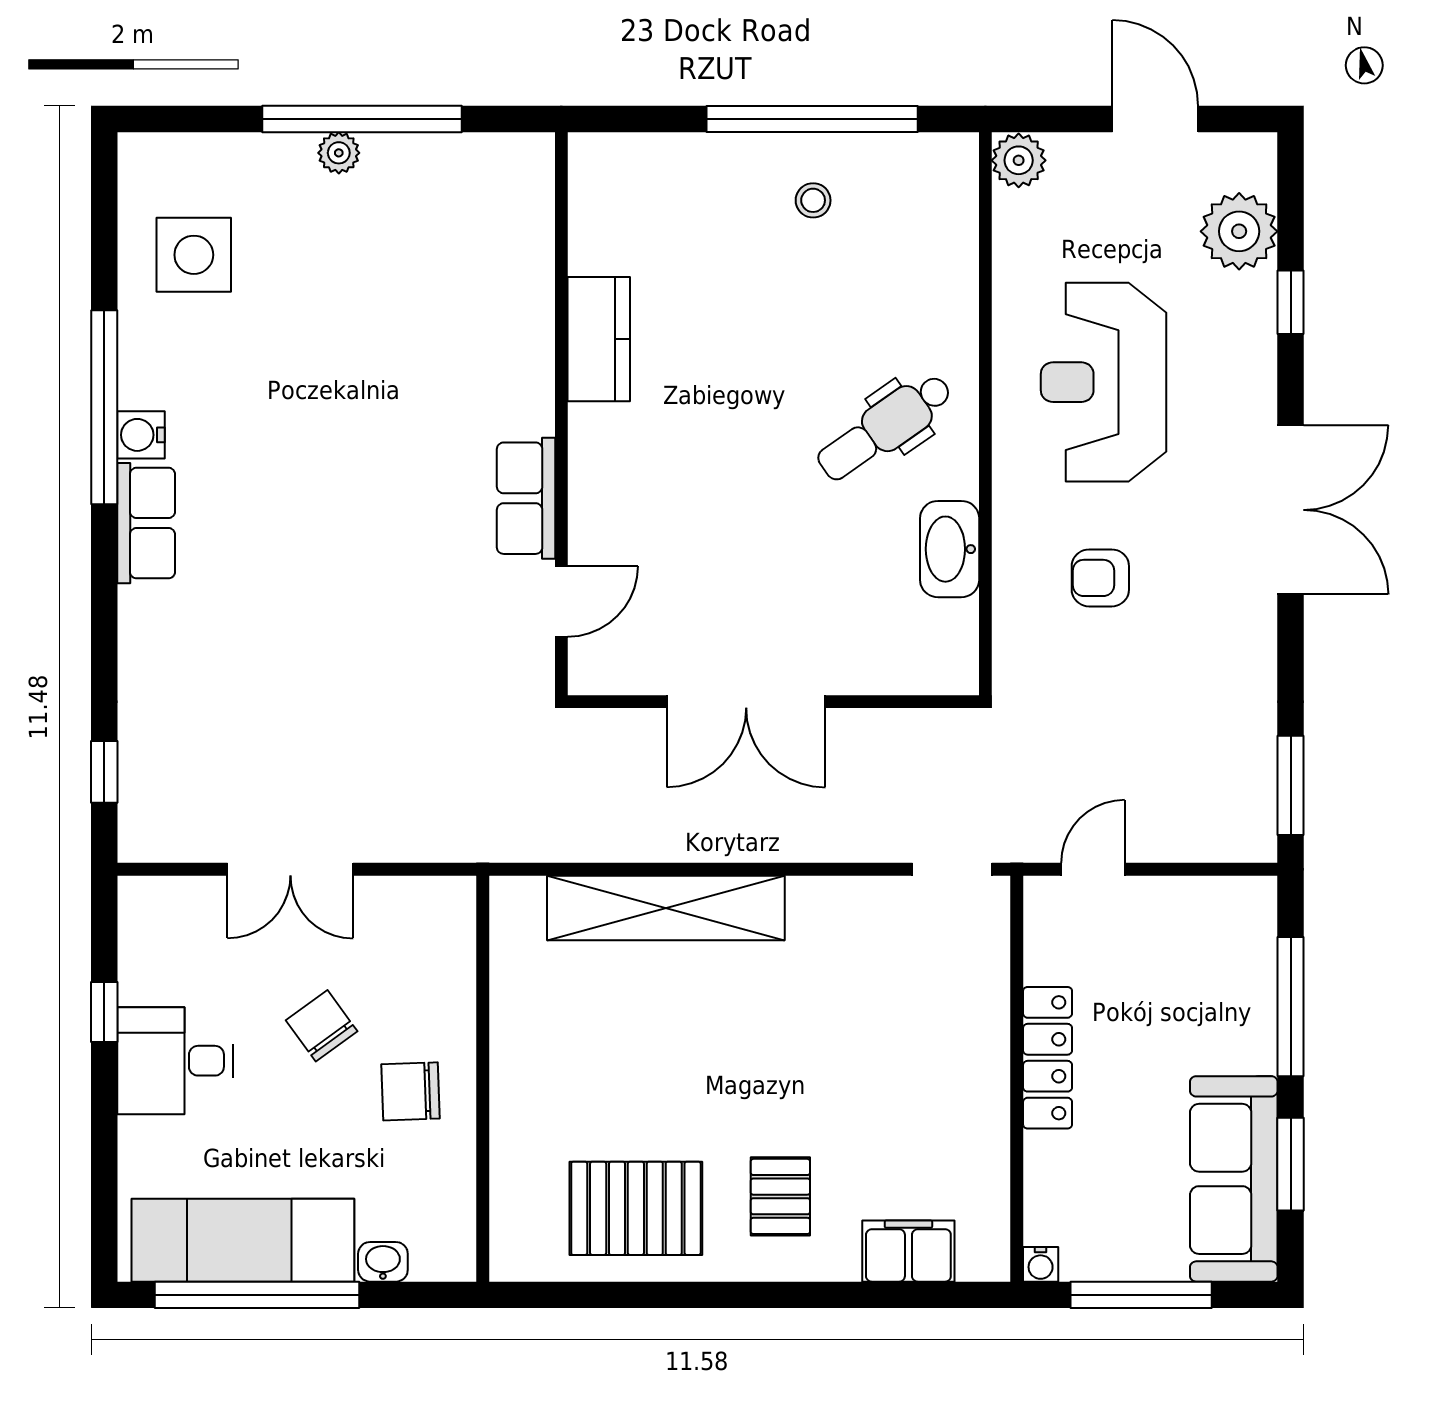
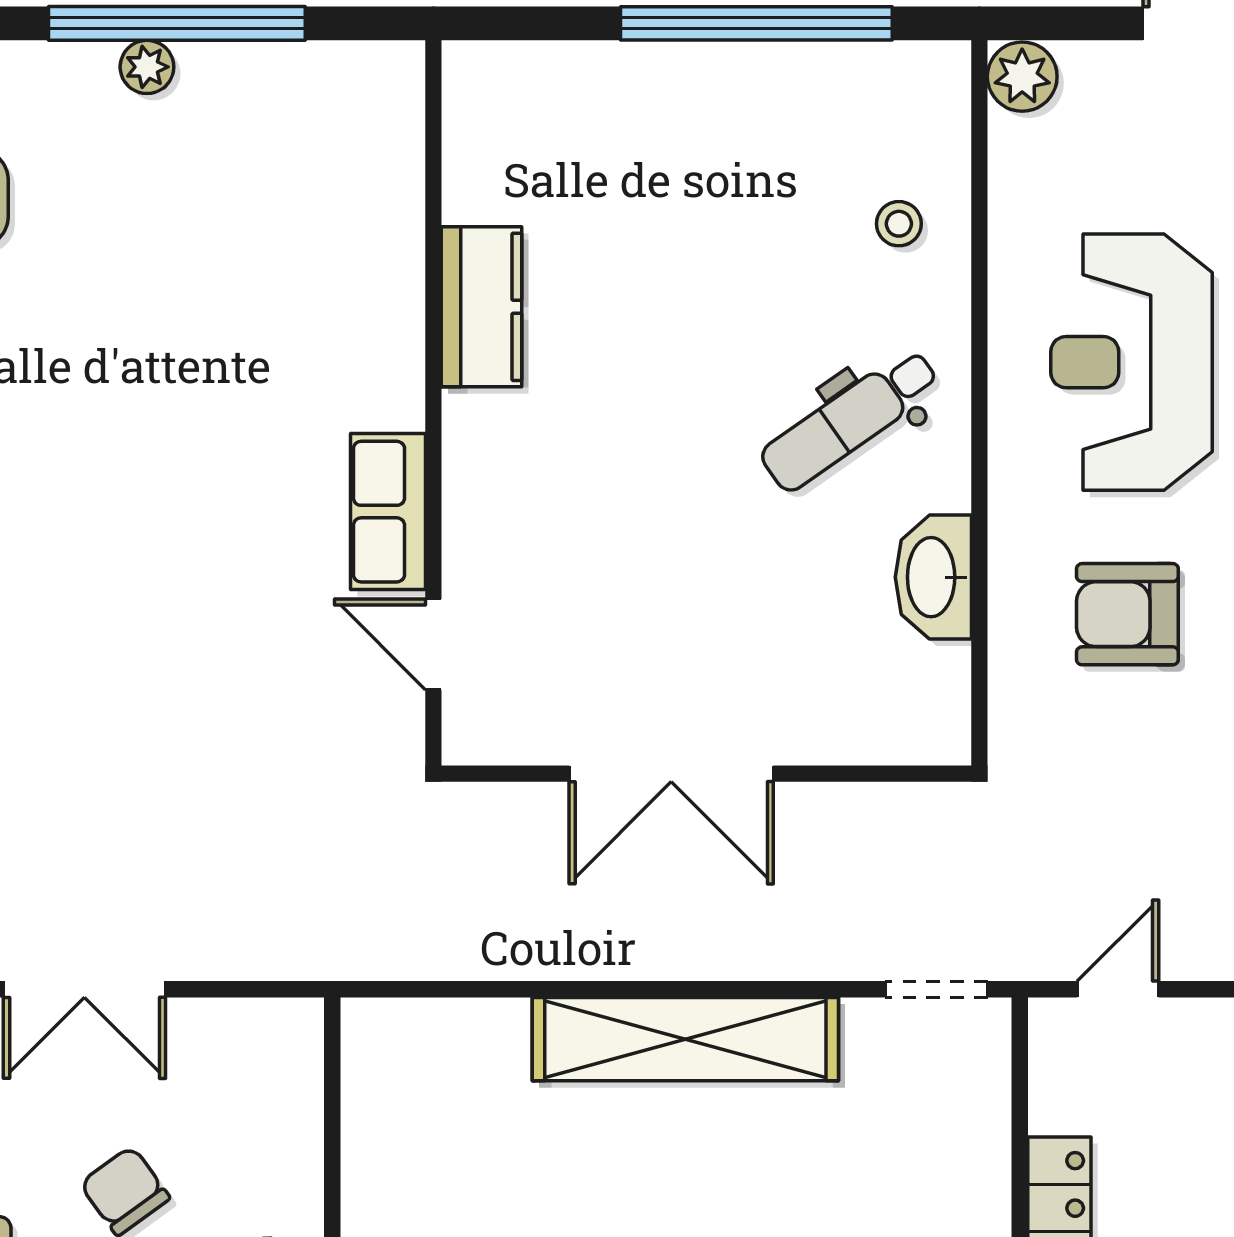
stool: (813, 200) -> (899, 224), moved
armchair: (1100, 578) -> (1127, 614), width x1.38, depth x1.38
door: (561, 601) -> (433, 644), swing flipped
shelving: (666, 908) -> (685, 1039), moved

